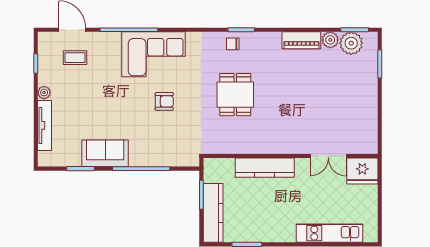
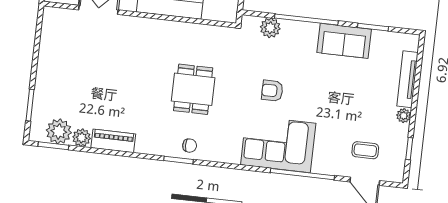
plant: (173, 158) -> (270, 28), added

